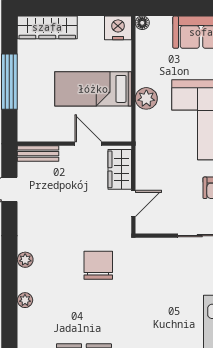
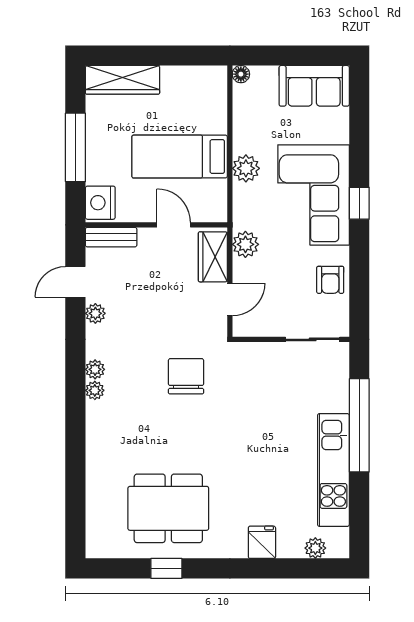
nightstand: (118, 28) -> (100, 203), moved, turned -90
plant: (146, 159) -> (245, 244), added
plant: (25, 215) -> (95, 313), added
plant: (25, 300) -> (95, 390), moved

